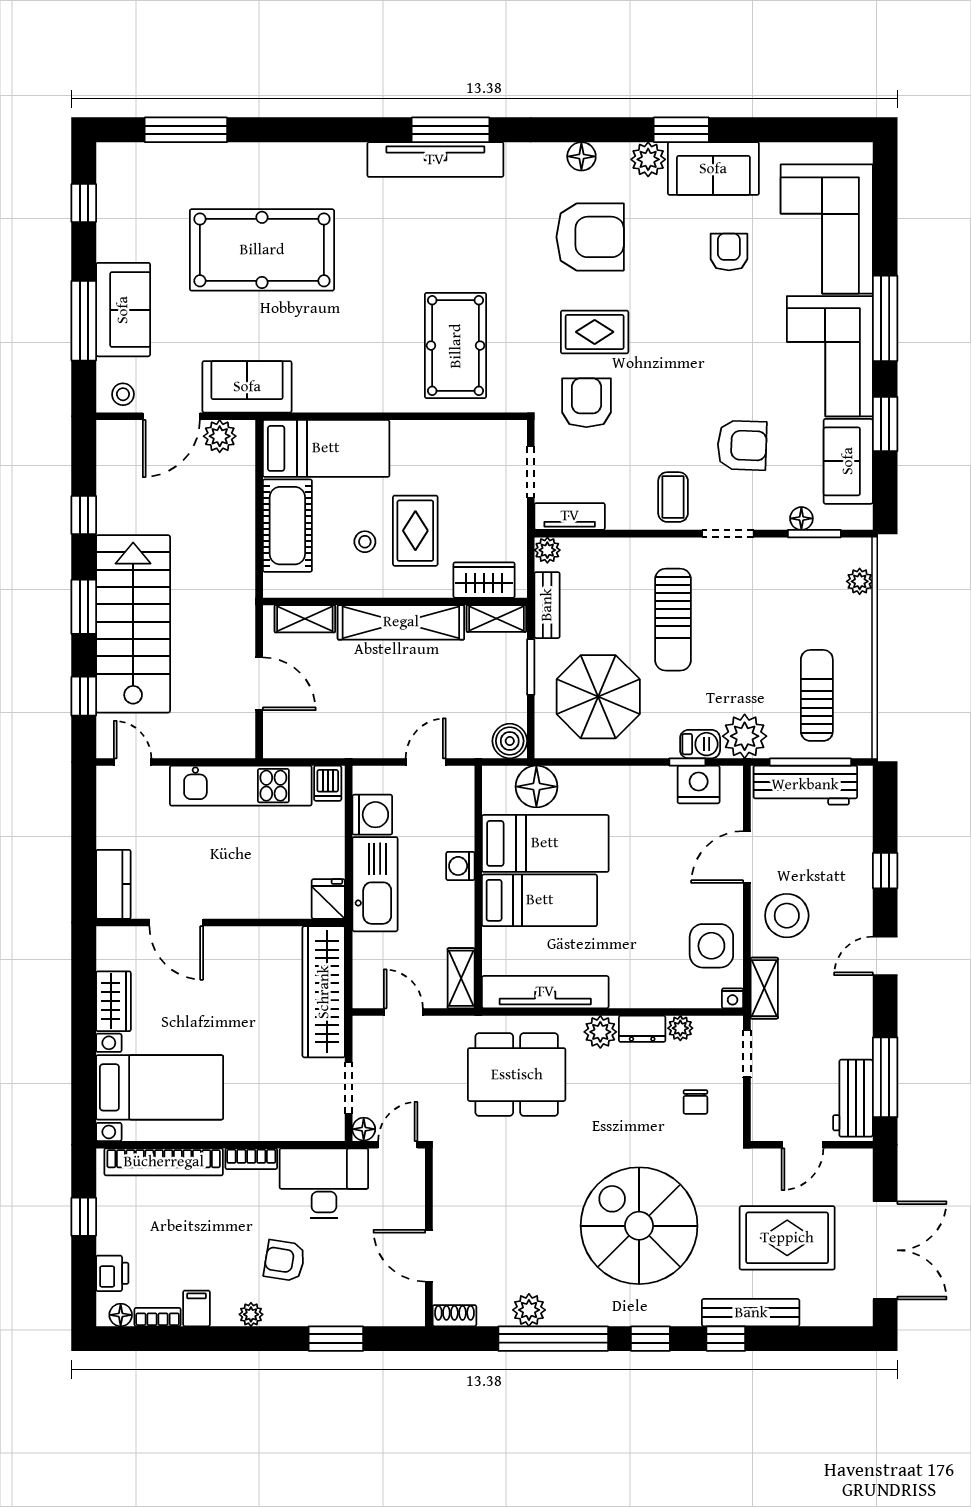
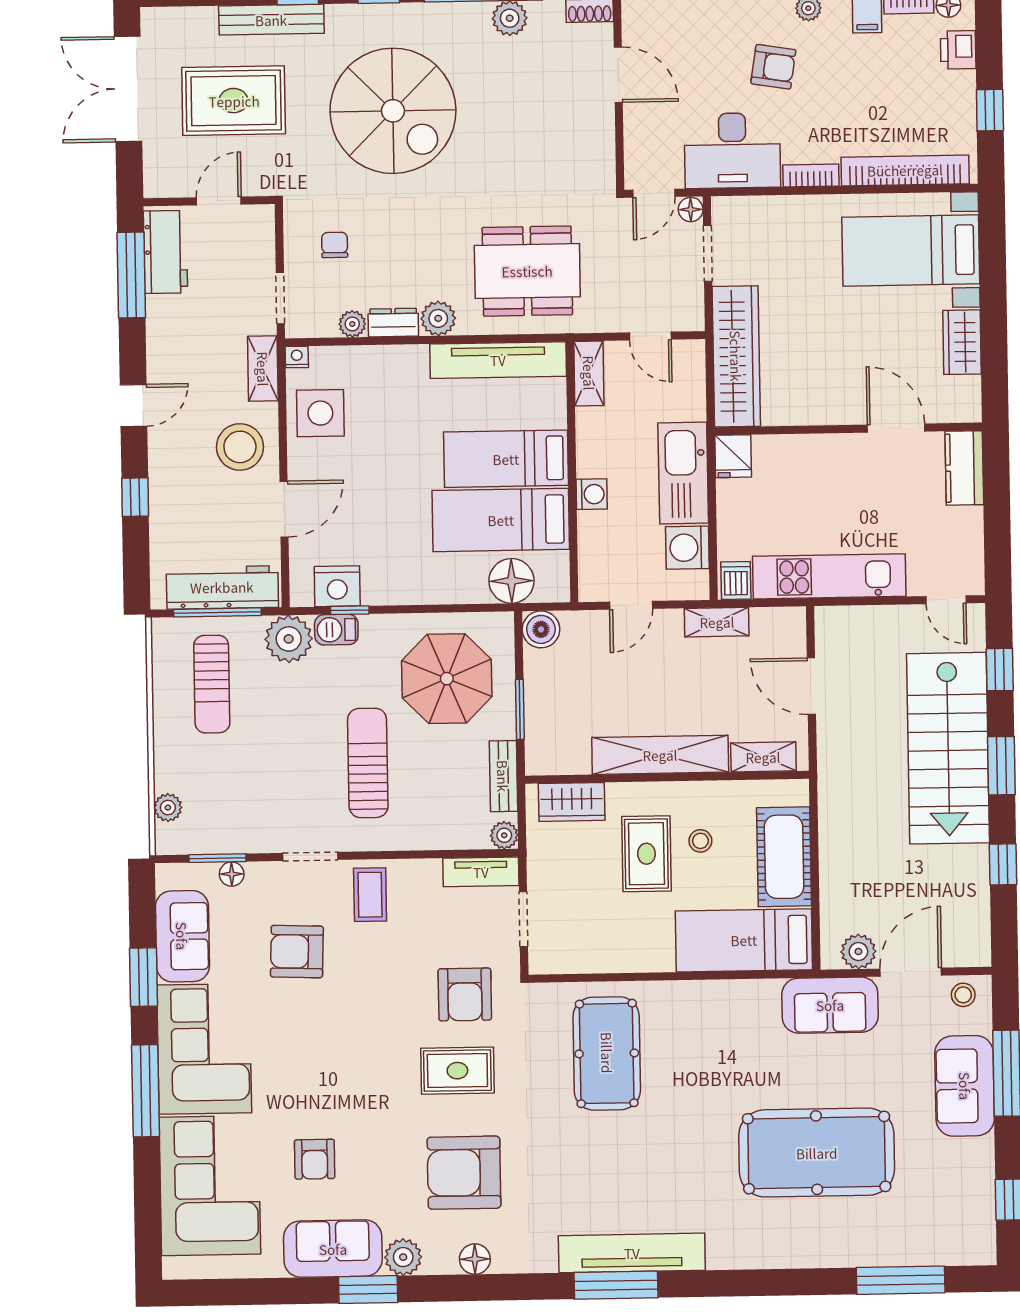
shelving: (496, 619) -> (717, 622), moved

